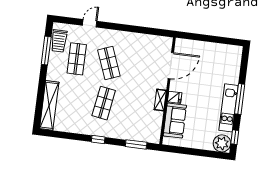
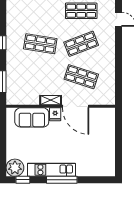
door: (171, 66) -> (76, 106), moved
shop shelf: (141, 67) -> (81, 77), added

